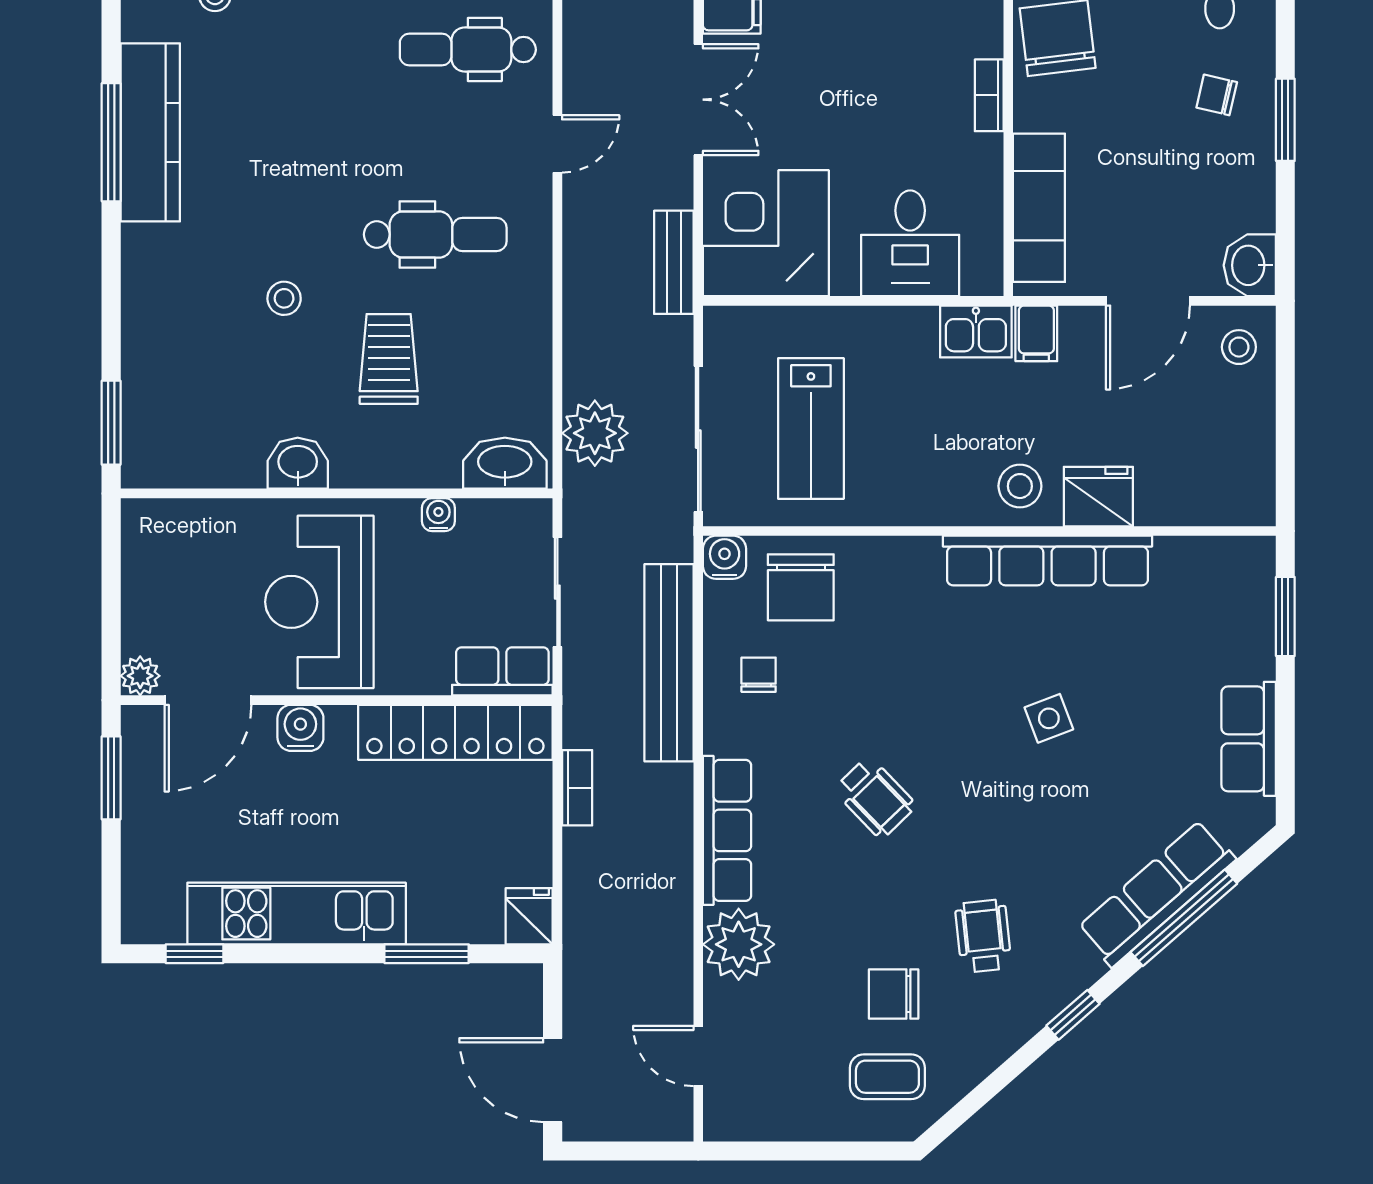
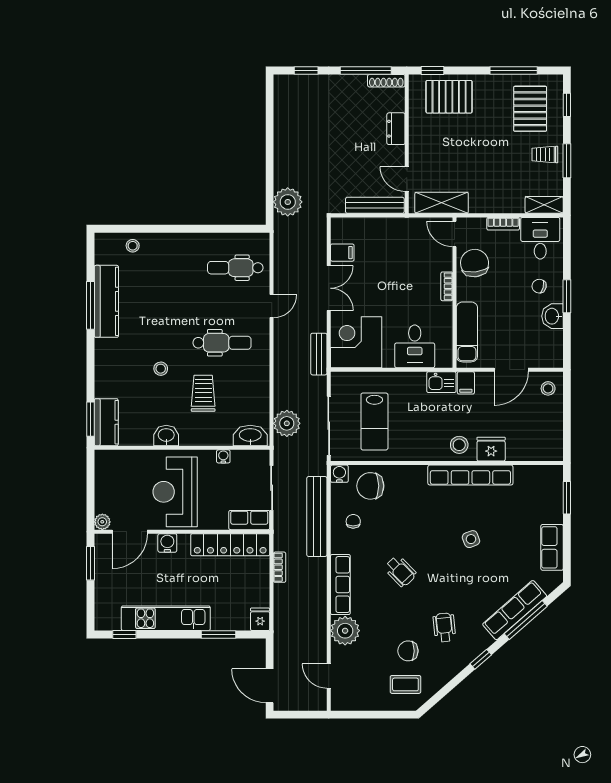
washbasin: (1250, 265) -> (552, 316), moved
kitchen counter: (150, 430) -> (106, 422), added
chair: (801, 587) -> (370, 486), turned 90

